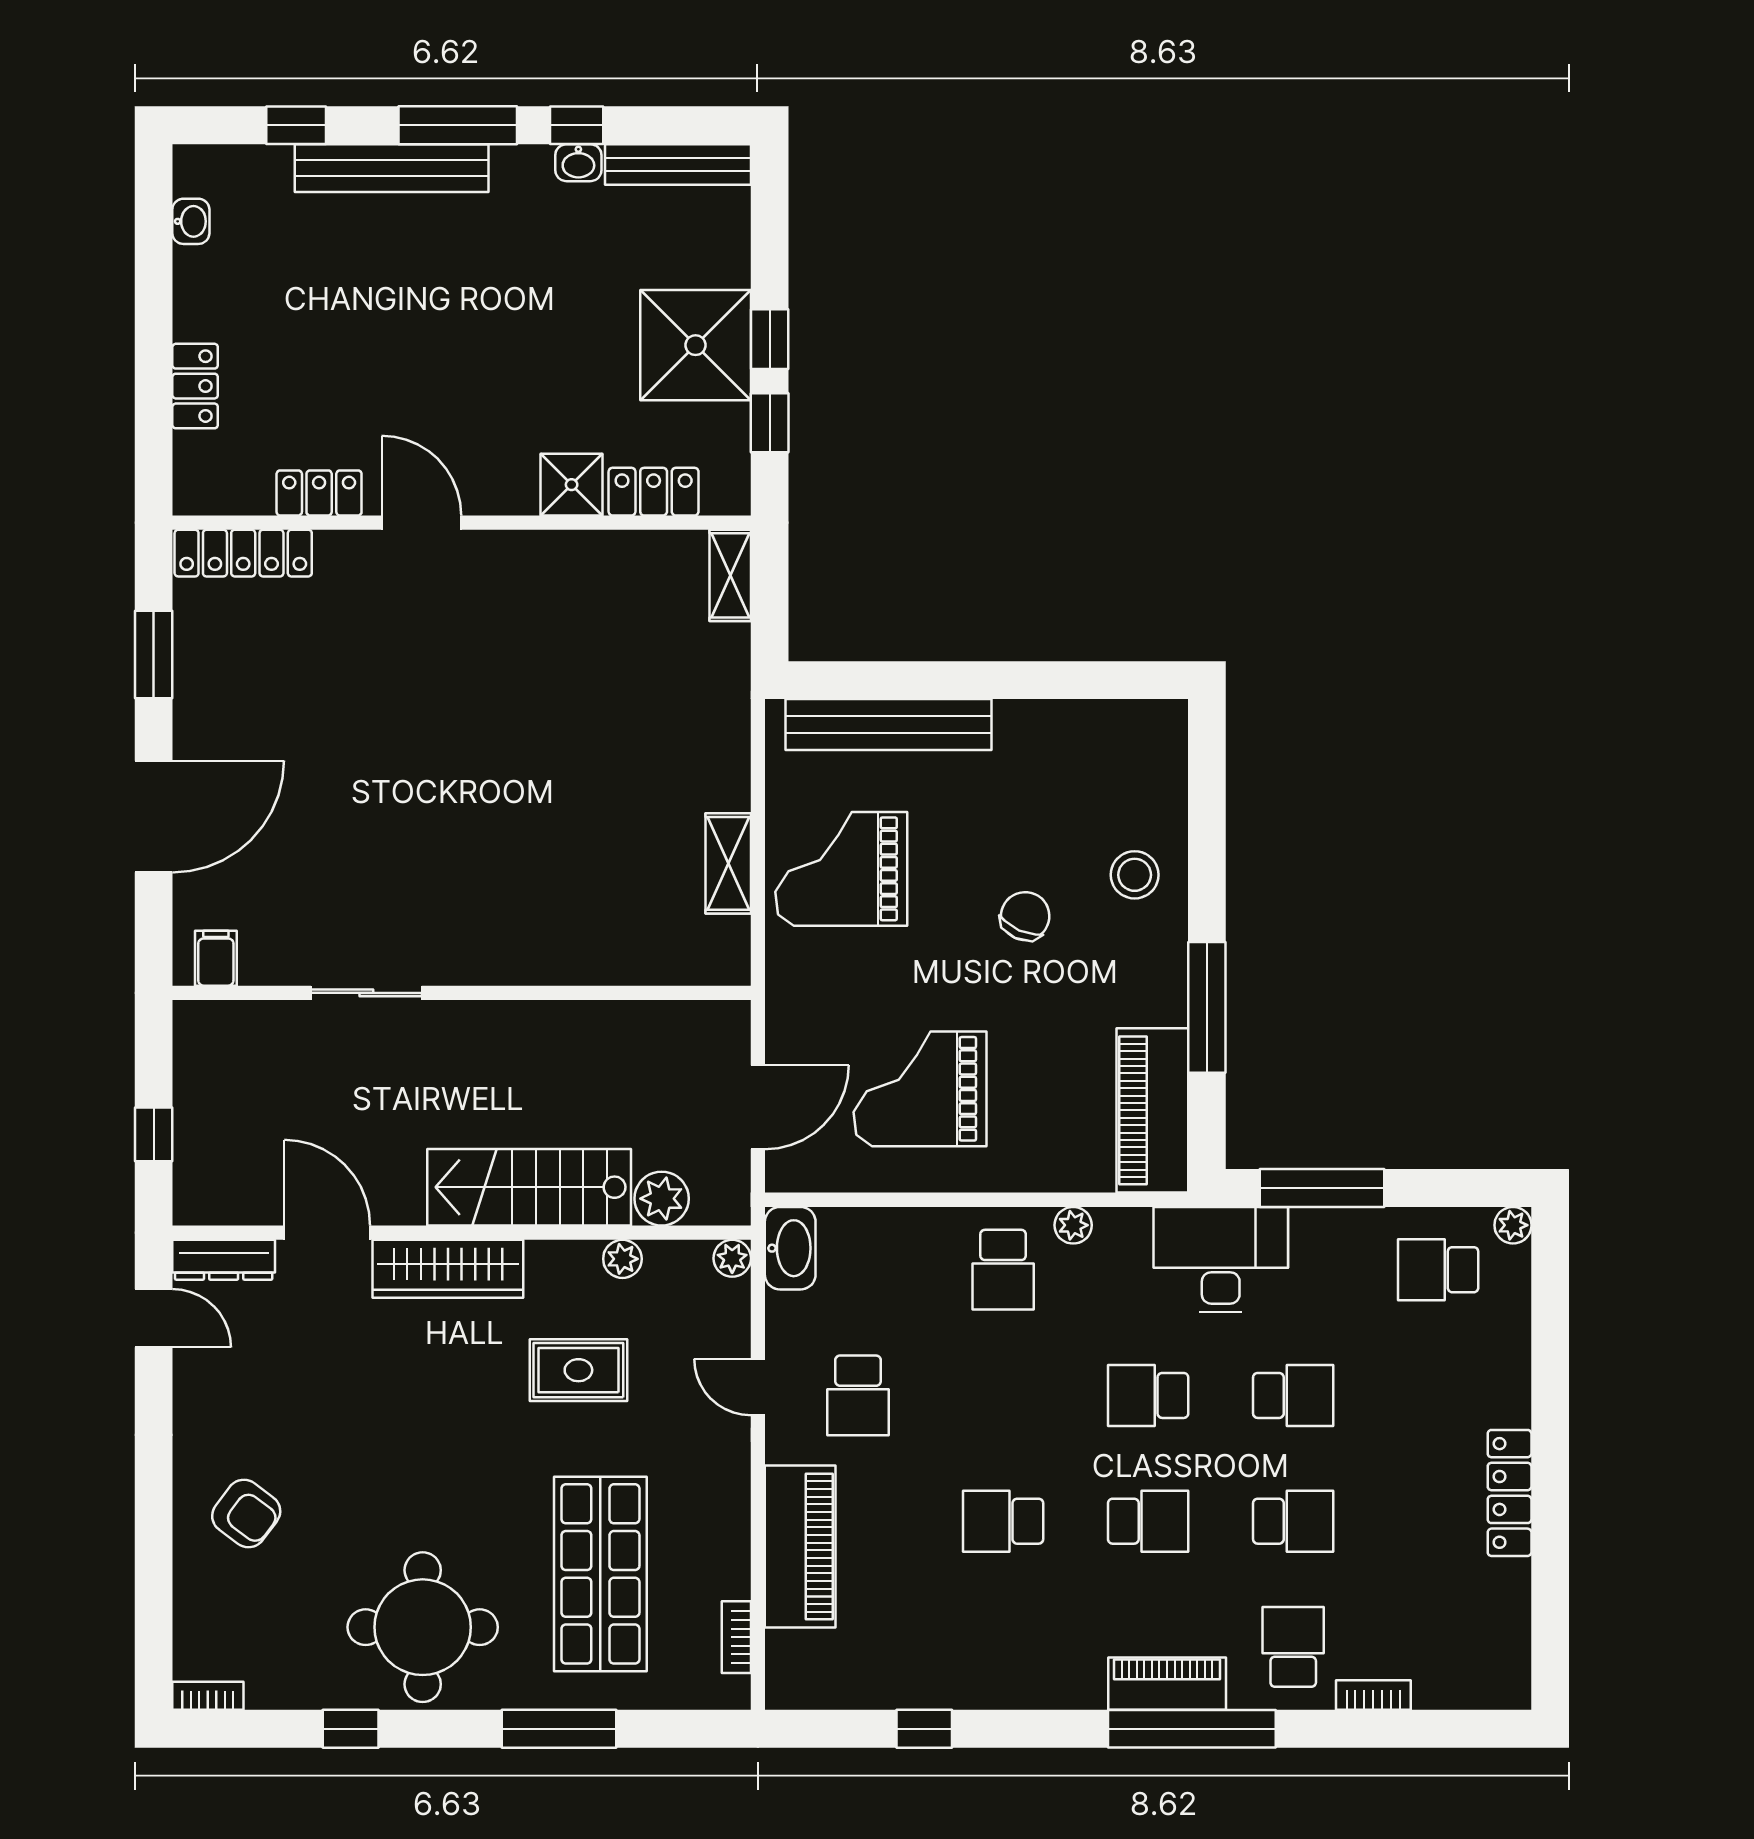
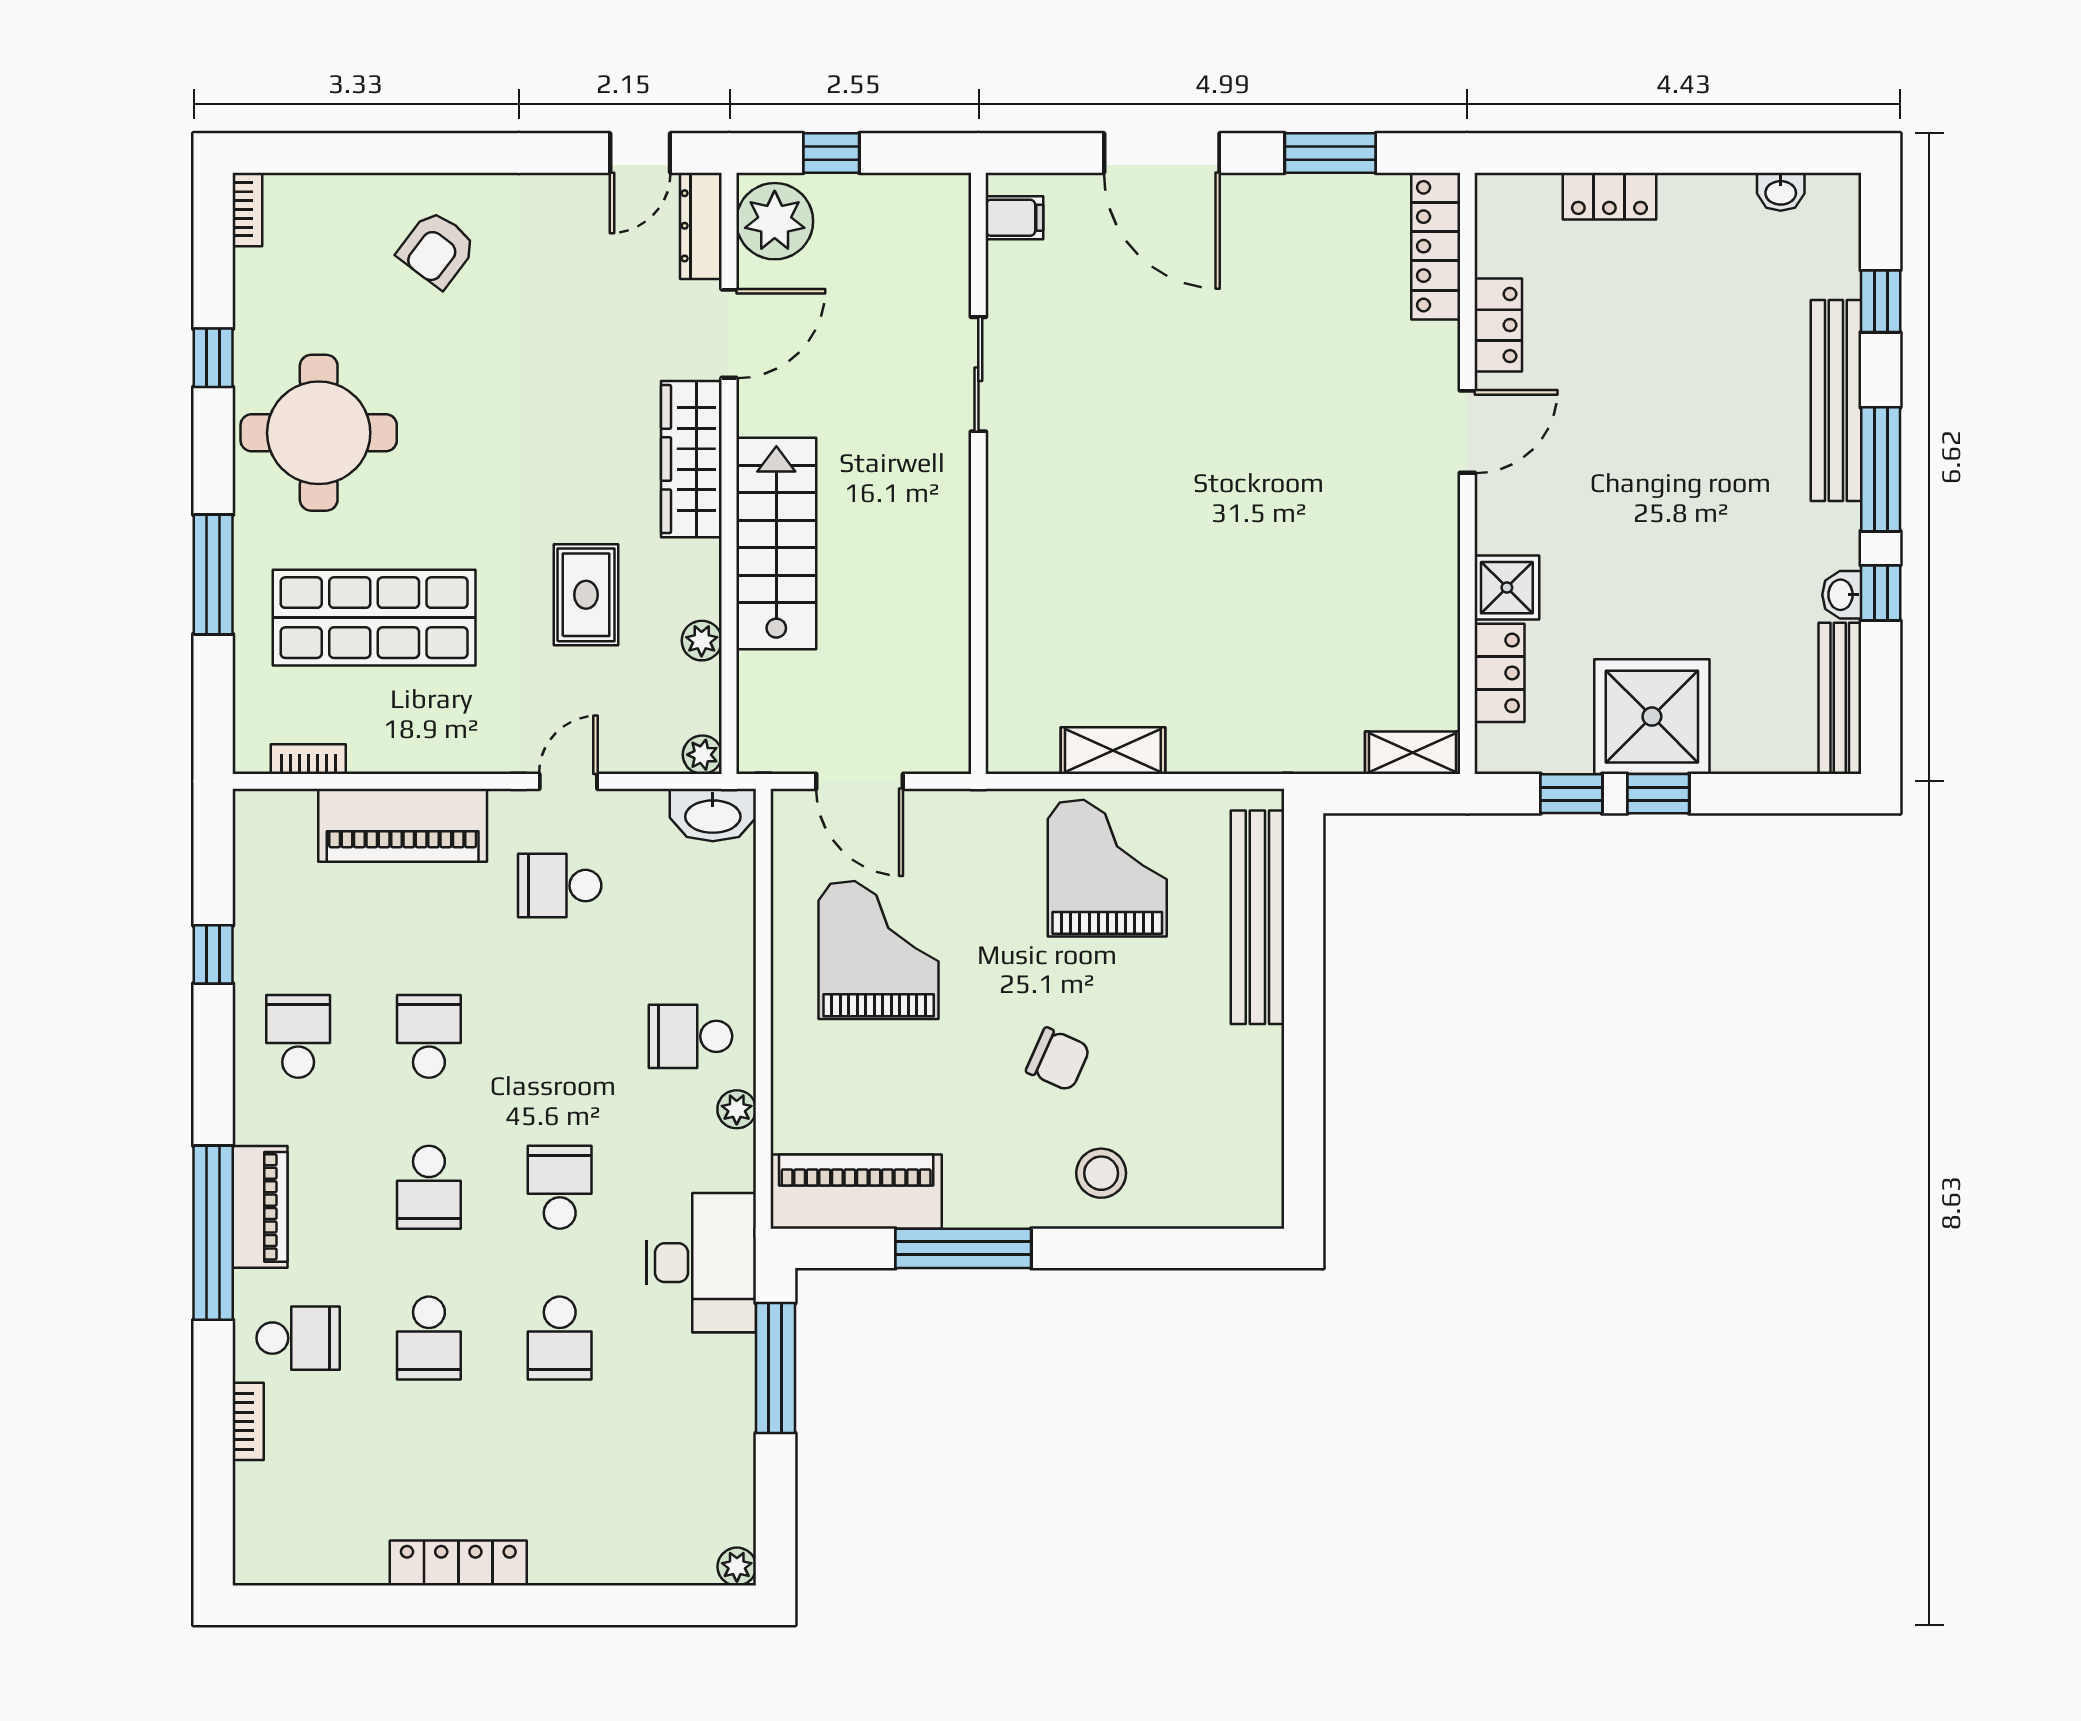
plant: (662, 1199) -> (775, 221), moved, width x1.36, depth x1.36
school desk: (1438, 1270) -> (298, 1036), moved

